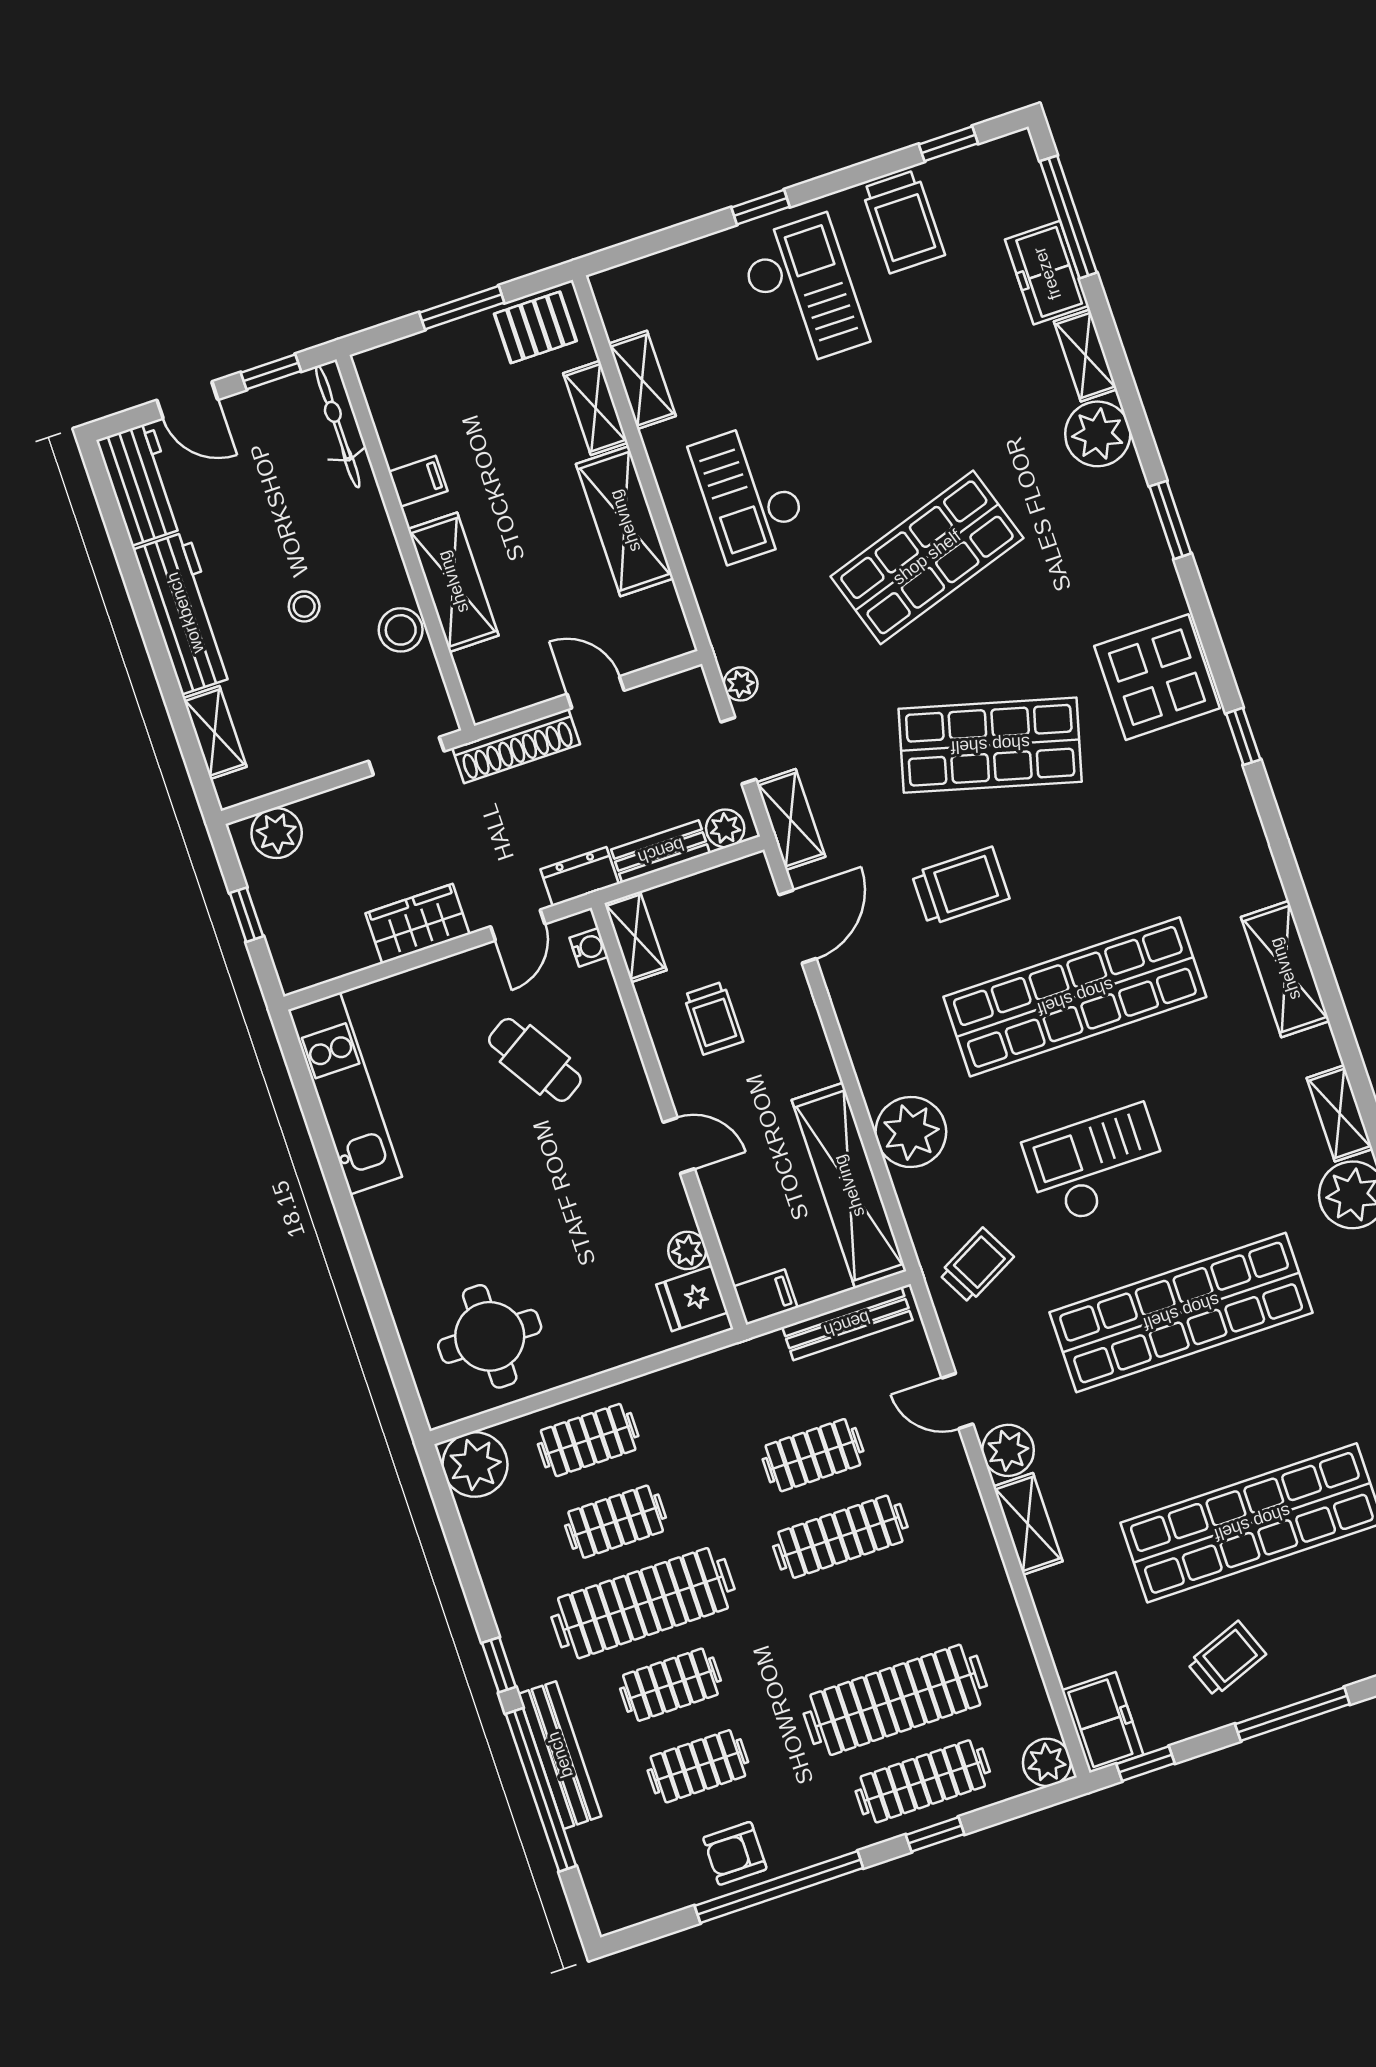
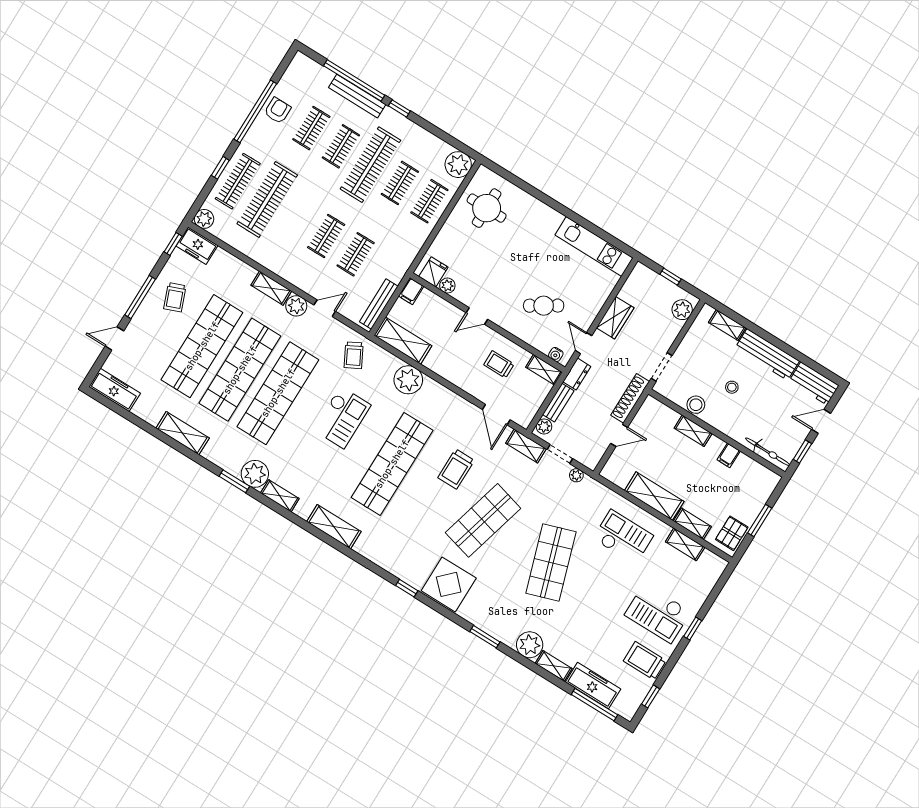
freezer: (1047, 273) -> (593, 686), width x1.40
shelving: (453, 582) -> (693, 431), width x0.67, depth x0.75
shelving: (849, 1186) -> (403, 341), width x0.68
shop shelf: (1216, 1418) -> (240, 370), added
clothes rail: (840, 1537) -> (326, 236), width x0.73

